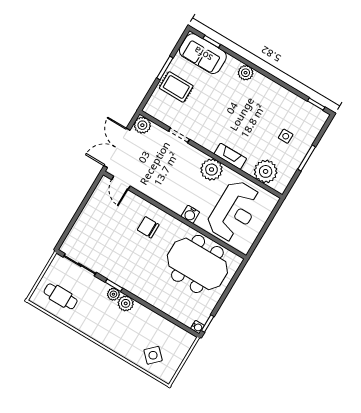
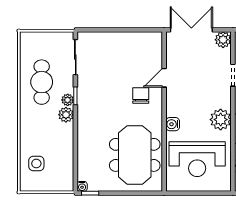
door: (121, 183) -> (164, 78), moved
cafe table: (61, 296) -> (42, 82), moved, width x1.37, depth x1.35
side table: (153, 355) -> (36, 163), turned 45

